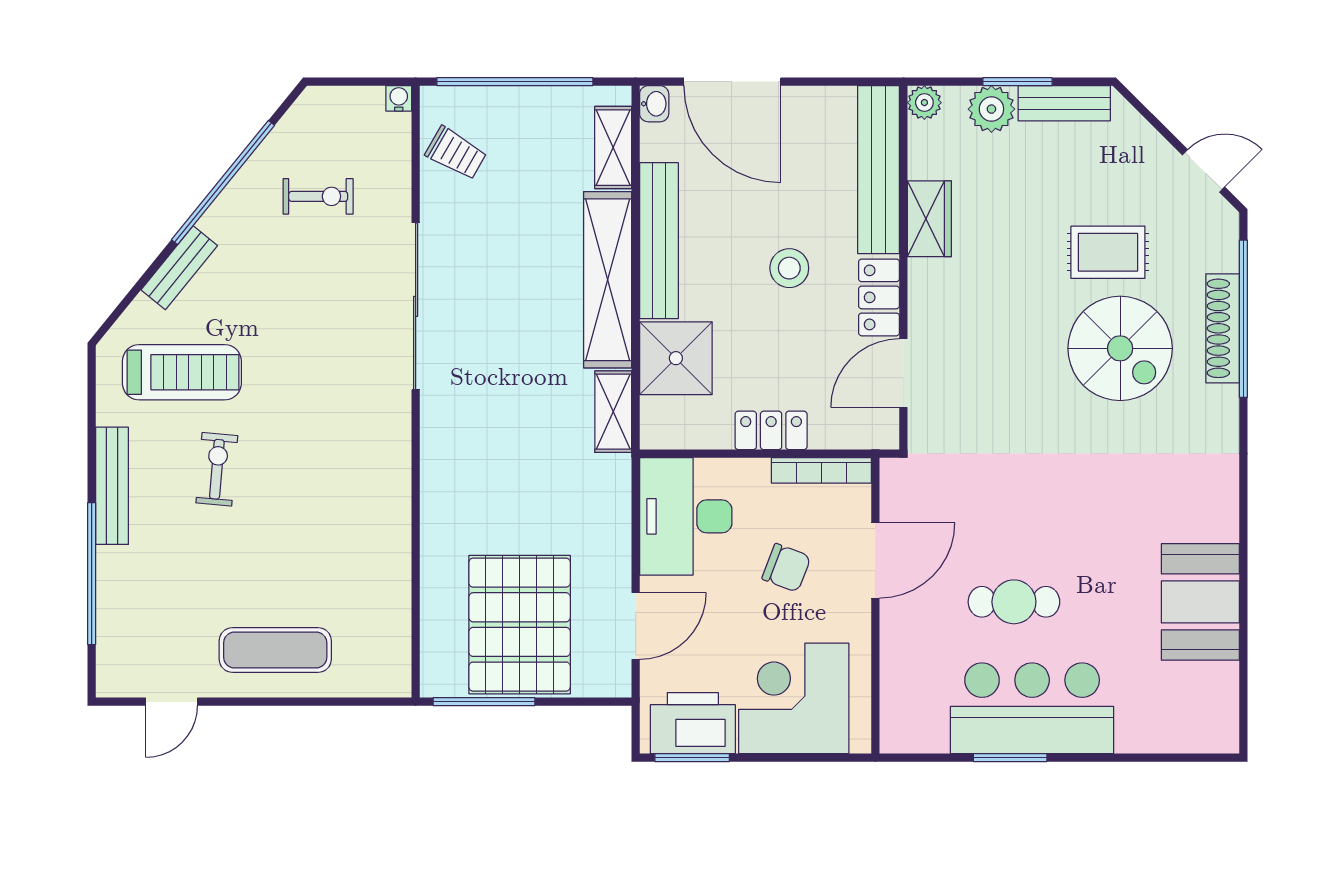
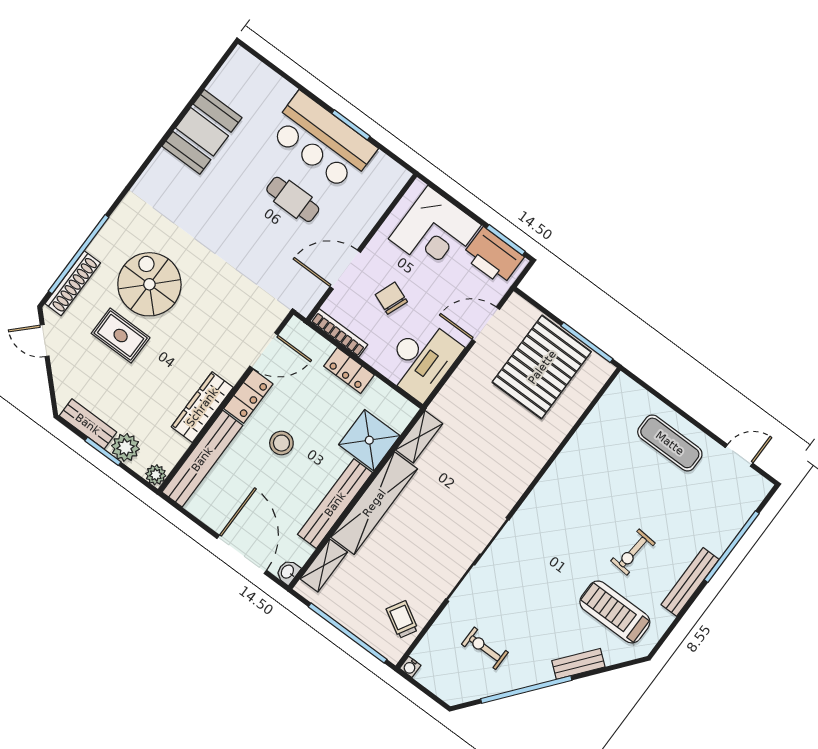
wardrobe: (929, 219) -> (202, 407), width x1.50
shoe rack: (1223, 328) -> (73, 283), moved

